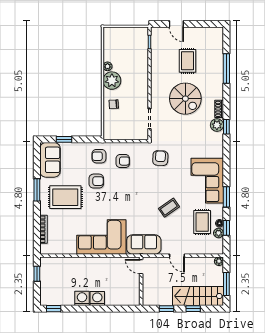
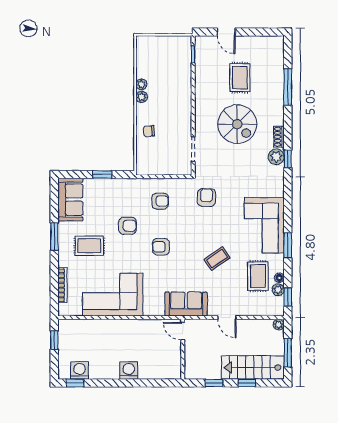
plant: (112, 81) -> (142, 97), width x0.53, depth x0.53
window: (64, 139) -> (102, 174), moved
armchair: (99, 156) -> (161, 247), moved
rug: (65, 197) -> (89, 246), width x0.73, depth x0.70
window: (226, 228) -> (288, 297), moved
corner sofa: (101, 237) -> (113, 295), moved
washing machine: (82, 298) -> (80, 370), moved

